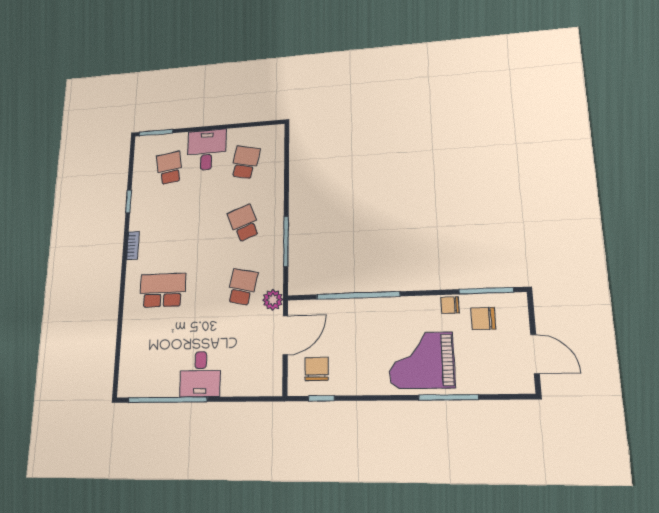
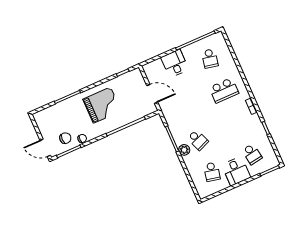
school desk: (242, 287) -> (210, 59), moved
plant: (273, 300) -> (184, 150), moved
door: (285, 335) -> (152, 94), swing flipped
door: (535, 354) -> (45, 148), moved
grand piano: (421, 360) -> (102, 105), moved
chair: (317, 369) -> (131, 85), removed
desk: (200, 374) -> (175, 63), moved

